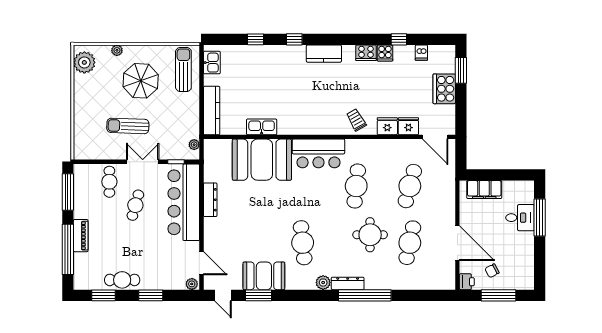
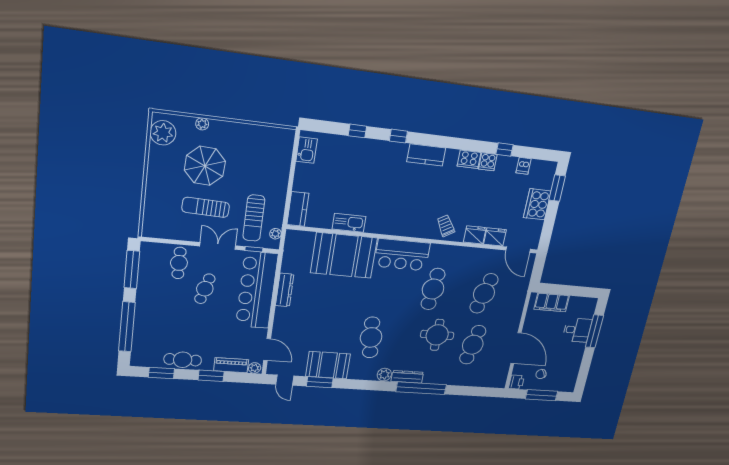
sun lounger: (183, 70) -> (254, 218), moved, turned 180
parasol: (141, 81) -> (205, 166), moved
kitchen counter: (212, 111) -> (298, 209), width x0.67
piano: (81, 236) -> (231, 365), moved, turned -90

